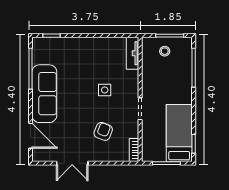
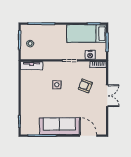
door: (30, 136) -> (88, 136), hinge flipped
nightstand: (148, 139) -> (90, 55), added
double door: (72, 163) -> (107, 96), moved

